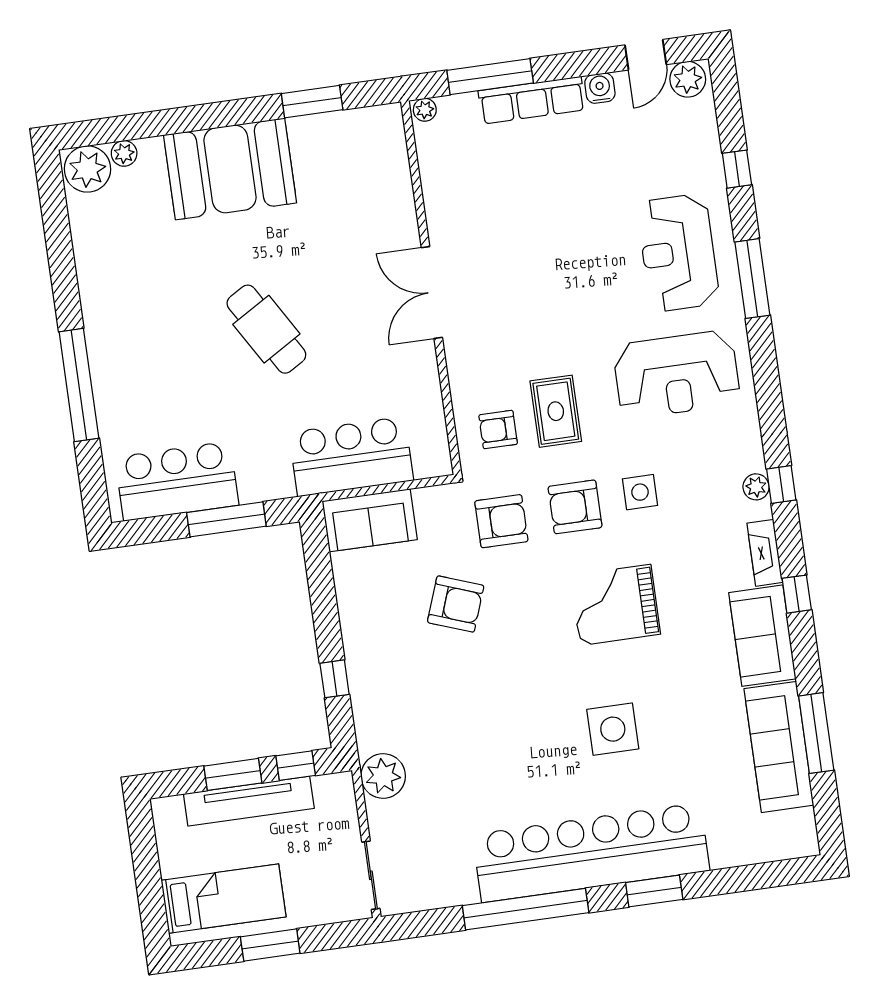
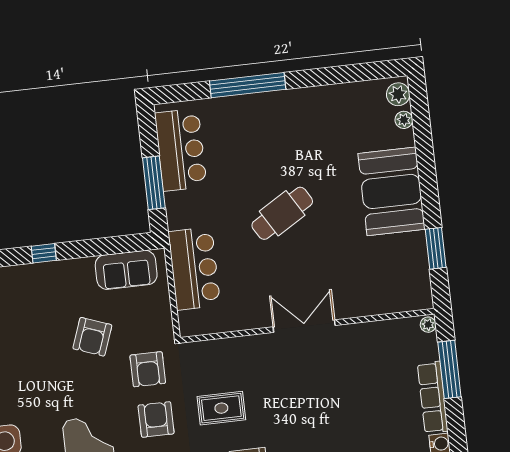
plant: (87, 169) -> (398, 94), width x0.73, depth x0.73
armchair: (498, 430) -> (210, 369), removed
sofa: (370, 520) -> (126, 270), moved, turned -90

